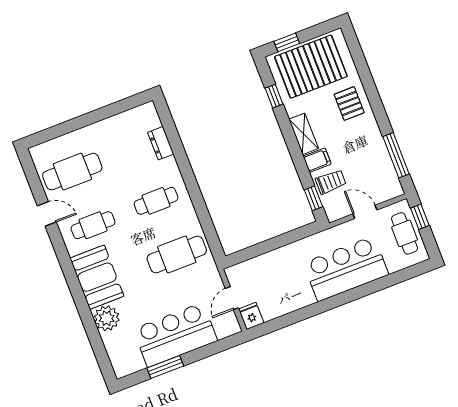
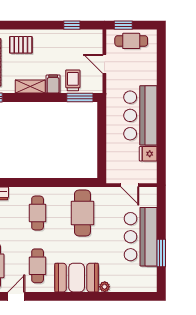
window: (396, 155) -> (72, 25), width x0.46
window: (313, 198) -> (80, 98), width x1.50
door: (365, 212) -> (104, 64), hinge flipped
bar counter: (346, 269) -> (140, 115), moved
fridge: (251, 316) -> (148, 154), moved
plant: (107, 318) -> (105, 287), width x0.53, depth x0.53

